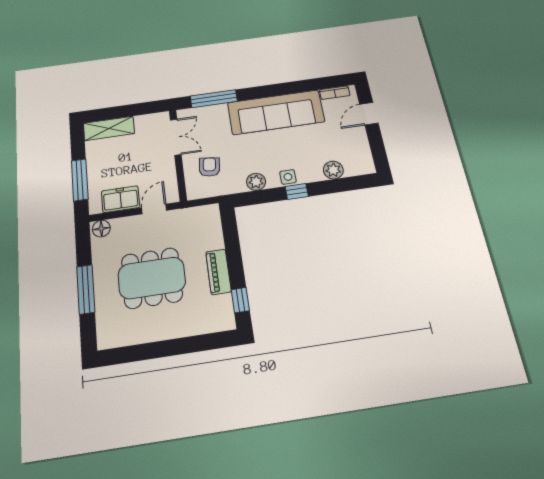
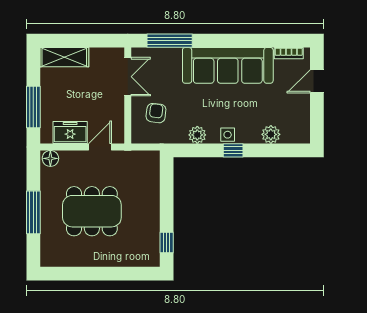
piano: (218, 272) -> (151, 215), removed

